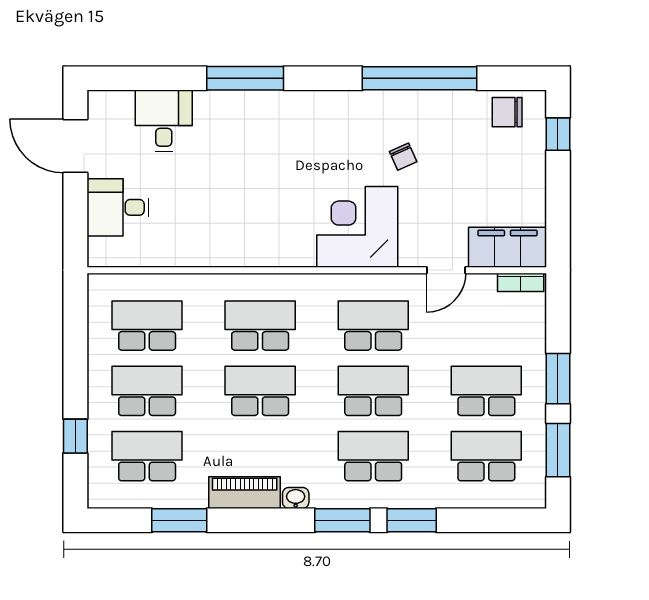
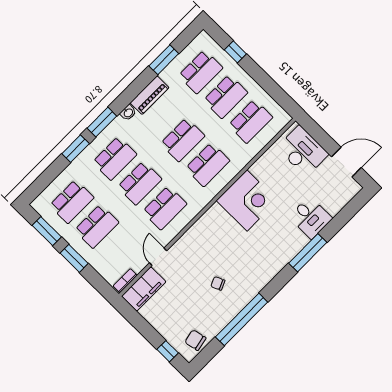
chair: (507, 112) -> (195, 340), turned -102
desk: (164, 121) -> (311, 218), moved
desk: (118, 207) -> (303, 151), width x1.37
corner desk: (357, 227) -> (247, 200), moved

